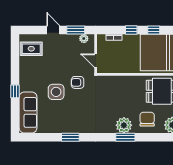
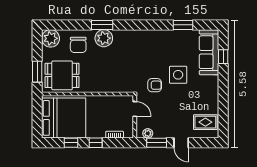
window: (15, 91) -> (223, 57), moved
window: (70, 137) -> (183, 25), moved

